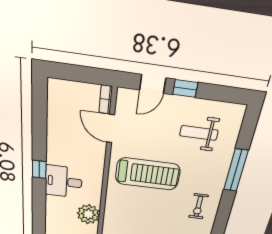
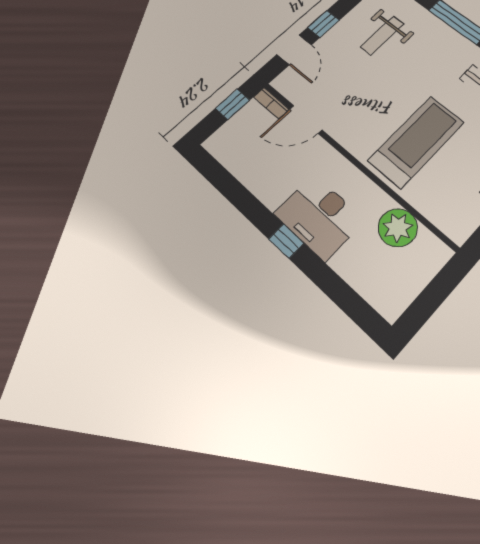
window: (87, 75) -> (233, 104), added
treadmill: (148, 174) -> (416, 141), moved
desk: (64, 182) -> (319, 217), width x1.37

